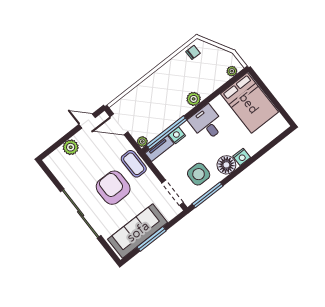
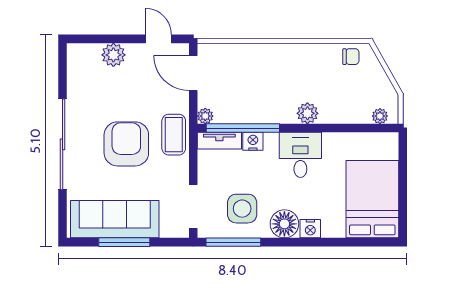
bed: (249, 103) -> (372, 199), moved, turned 180

